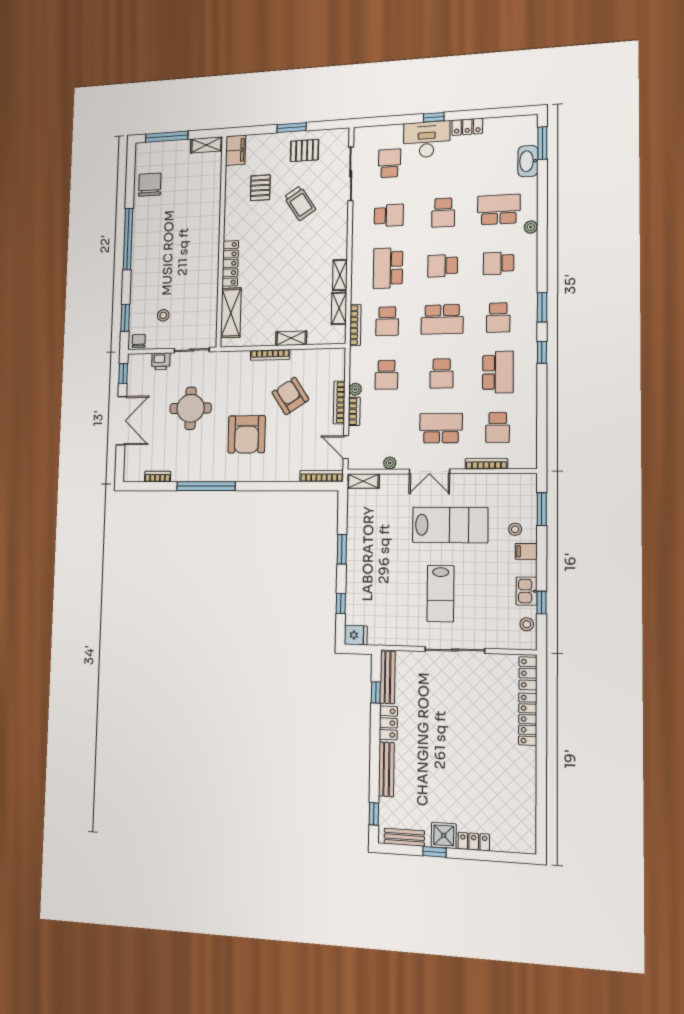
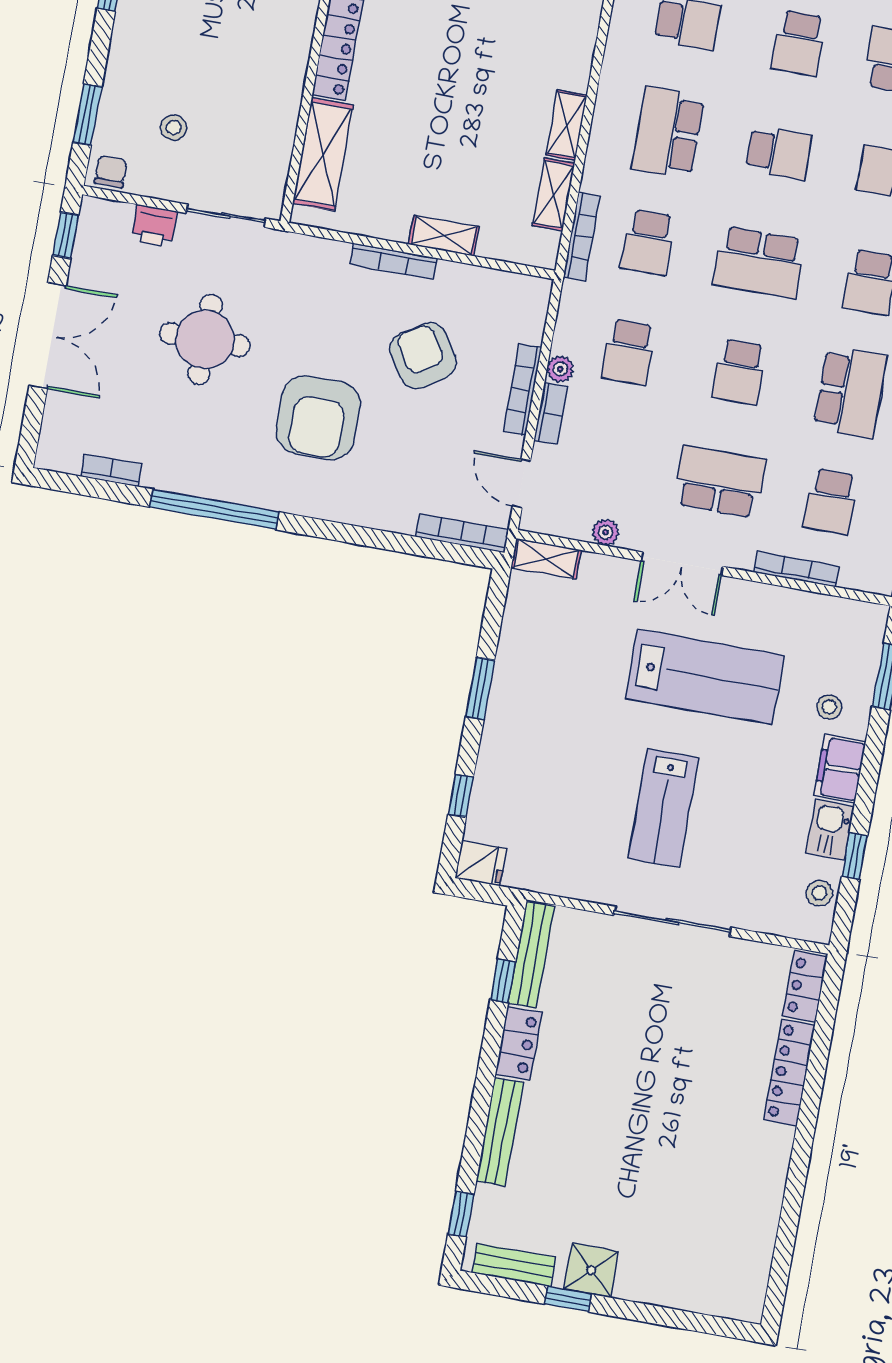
school desk: (443, 266) -> (779, 153), turned 180
filing cabinet: (526, 551) -> (840, 769), width x2.00
locker: (474, 842) -> (647, 1288), removed

